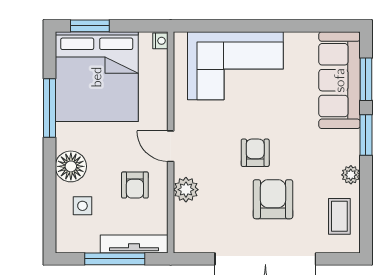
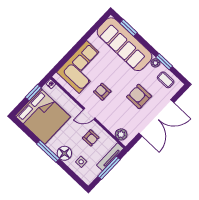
window: (90, 26) -> (33, 93), moved
sofa: (340, 80) -> (124, 44), width x1.36, depth x1.27
window: (49, 108) -> (48, 151), moved
window: (366, 135) -> (164, 62), moved
armchair: (255, 153) -> (102, 92), moved
plant: (186, 190) -> (121, 134), moved

